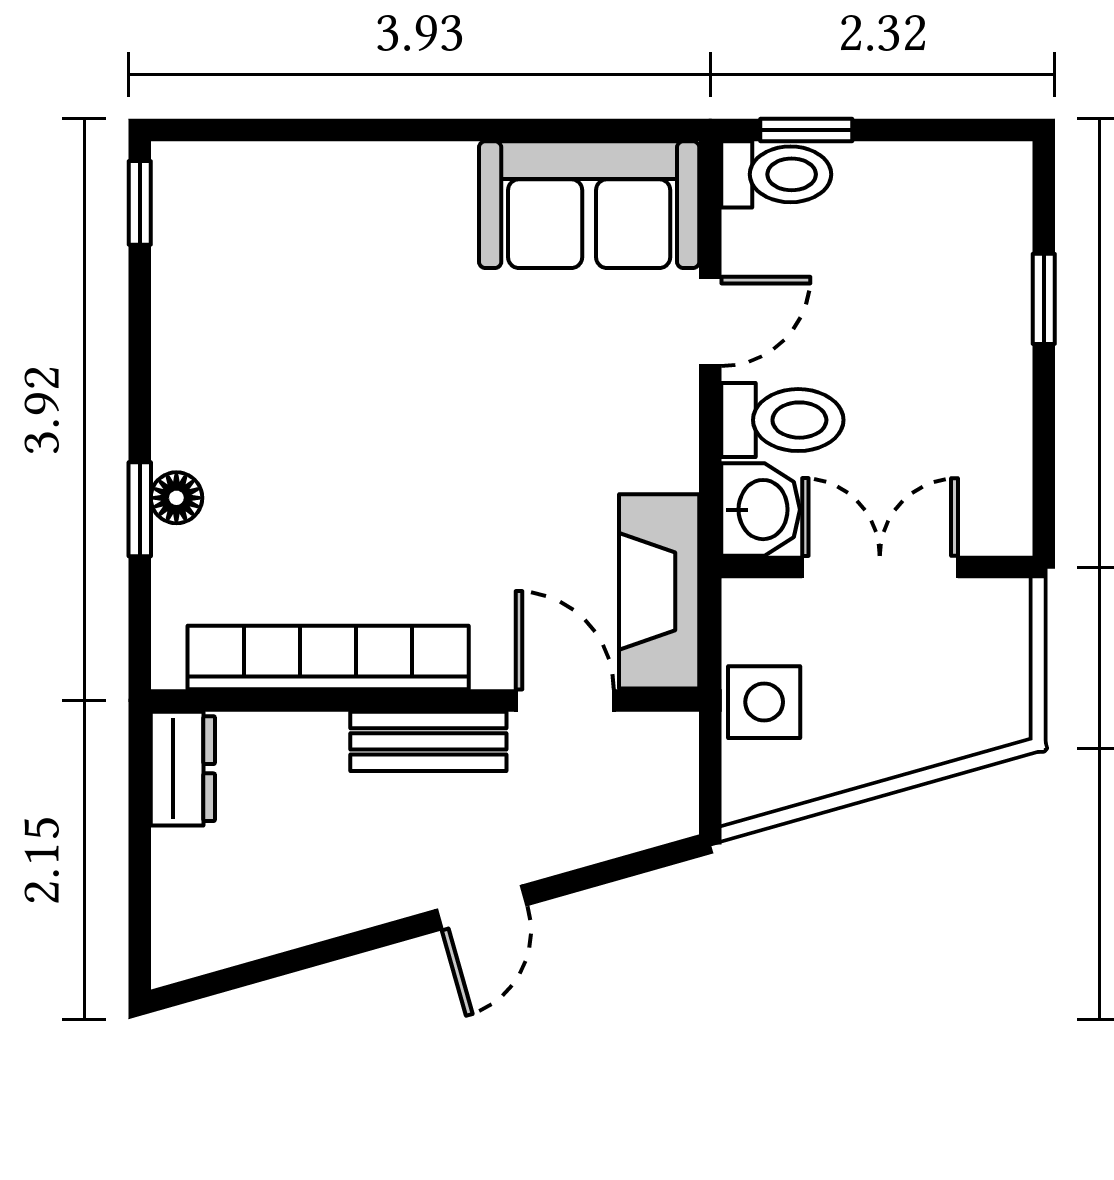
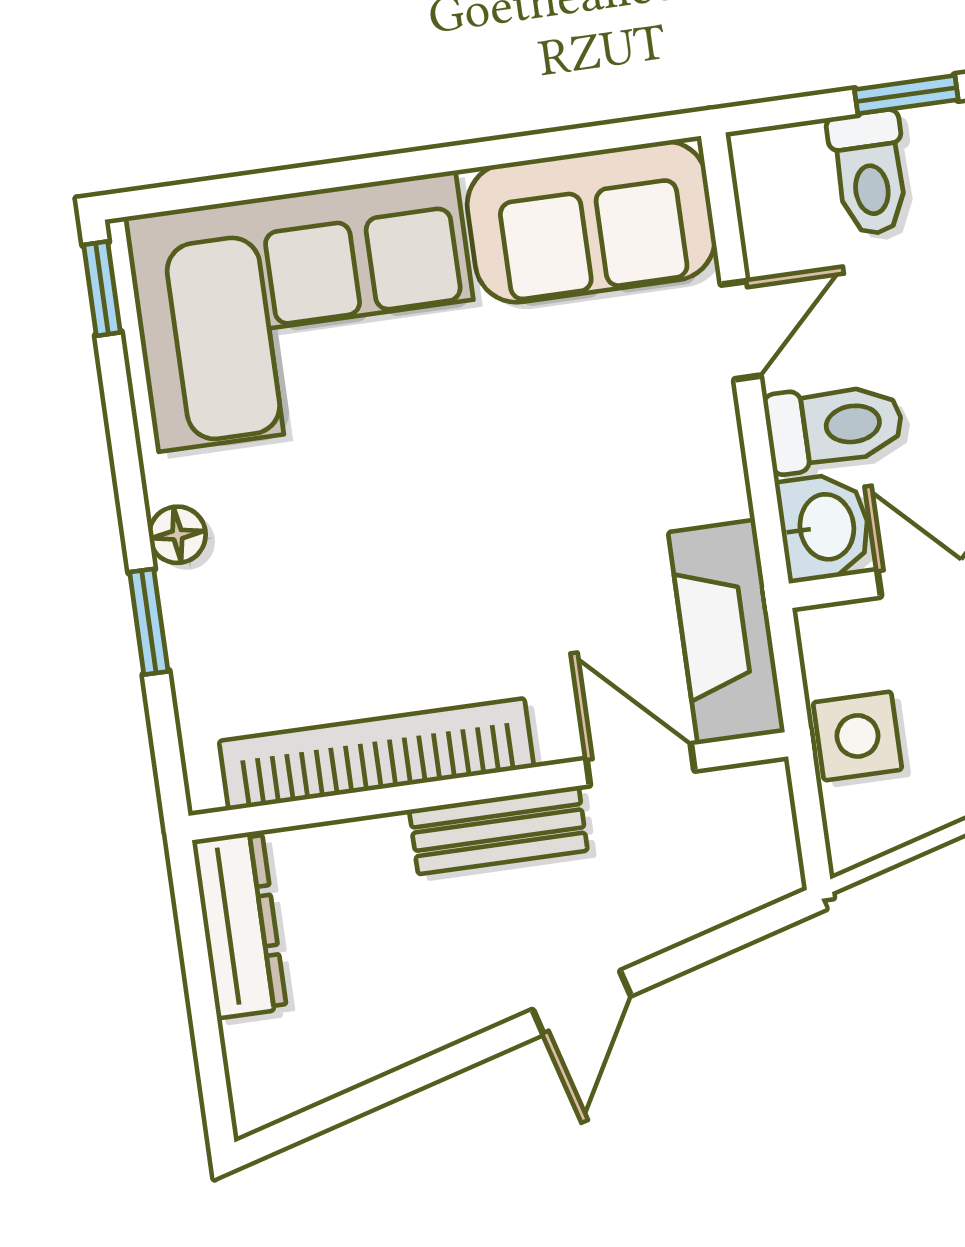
window: (806, 130) -> (906, 95), moved
toilet: (776, 174) -> (870, 173), moved, turned 90
corner sofa: (322, 249) -> (307, 311), added
floor lamp: (176, 498) -> (177, 535), moved
dresser: (183, 769) -> (239, 924), width x1.44

